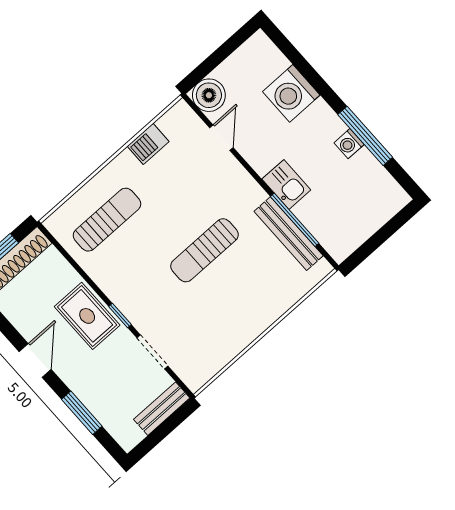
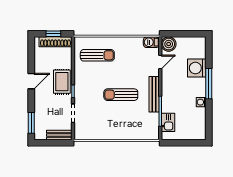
window: (365, 136) -> (209, 84), moved
barbecue: (148, 144) -> (151, 42), moved
kitchen sink: (286, 184) -> (168, 122), moved
bench: (289, 234) -> (154, 94), moved
window: (82, 413) -> (31, 123), moved

